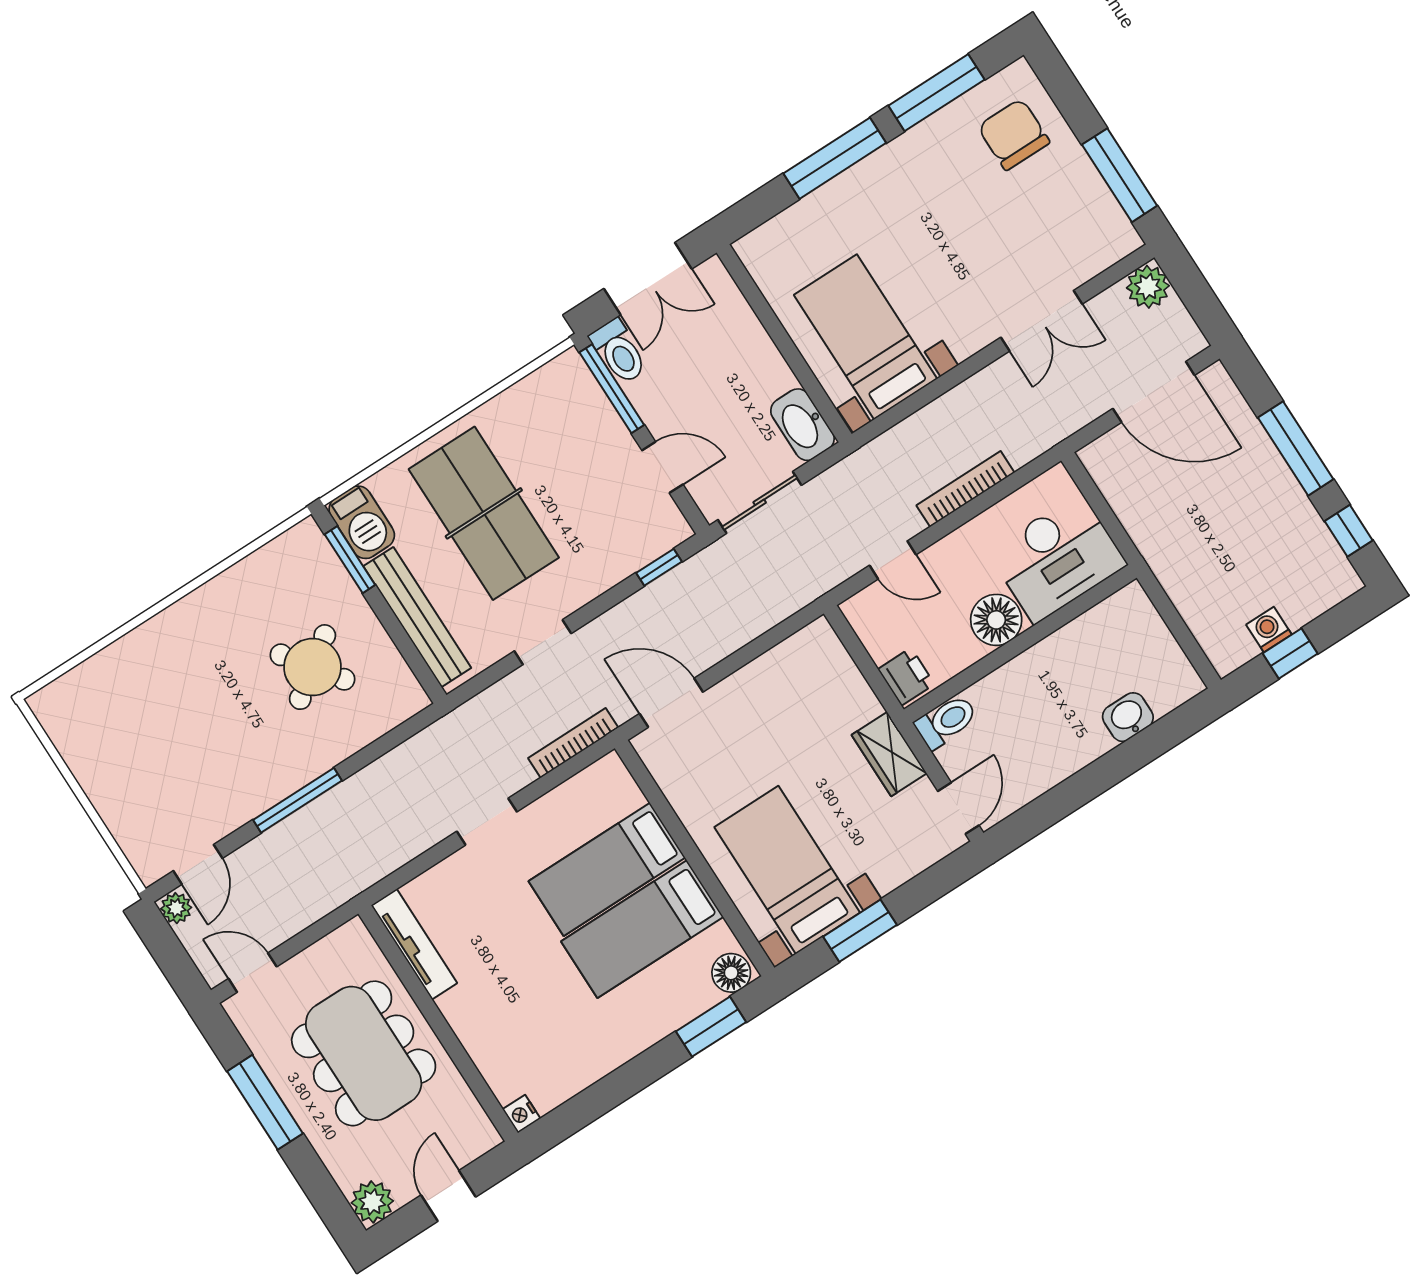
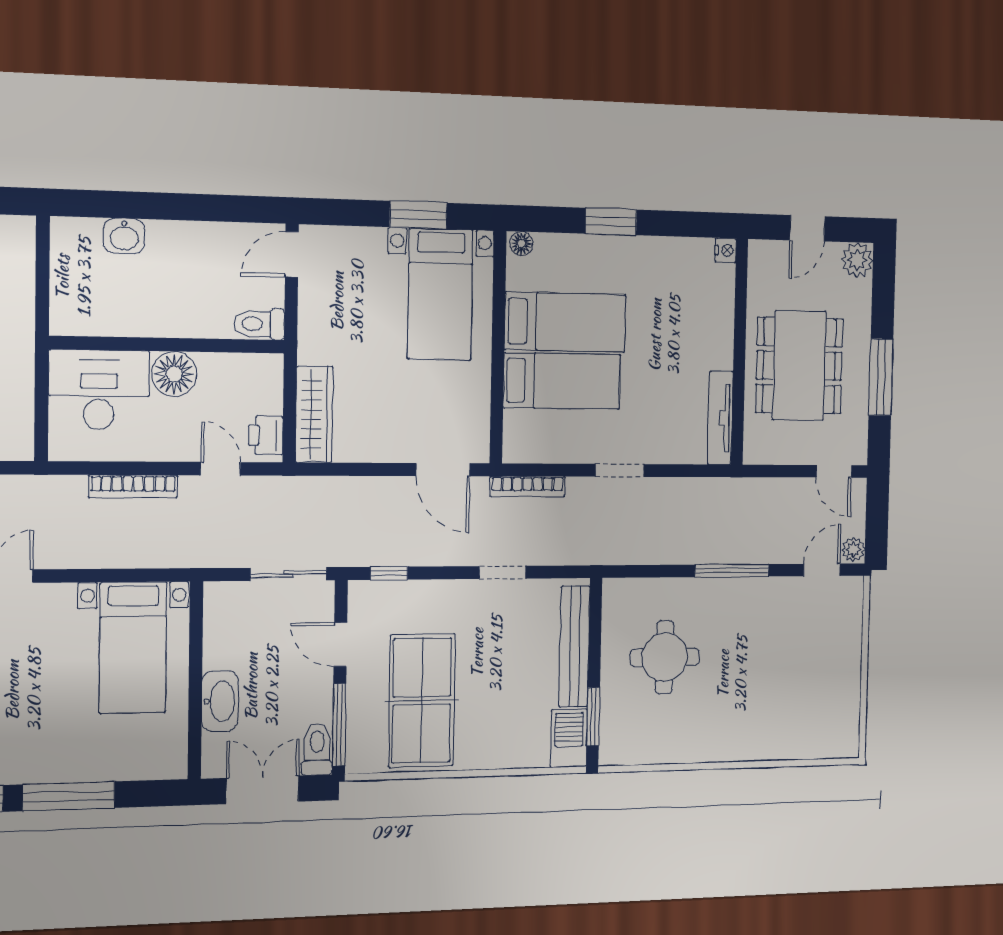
washbasin: (802, 425) -> (220, 701), moved
table tennis table: (484, 513) -> (422, 700), moved
round table: (312, 667) -> (665, 657), turned 36
printer: (906, 677) -> (266, 435), moved
wardrobe: (889, 754) -> (314, 414), moved, width x1.50
floor lamp: (731, 973) -> (521, 244), width x0.73, depth x0.73
window: (711, 1027) -> (611, 222), moved

